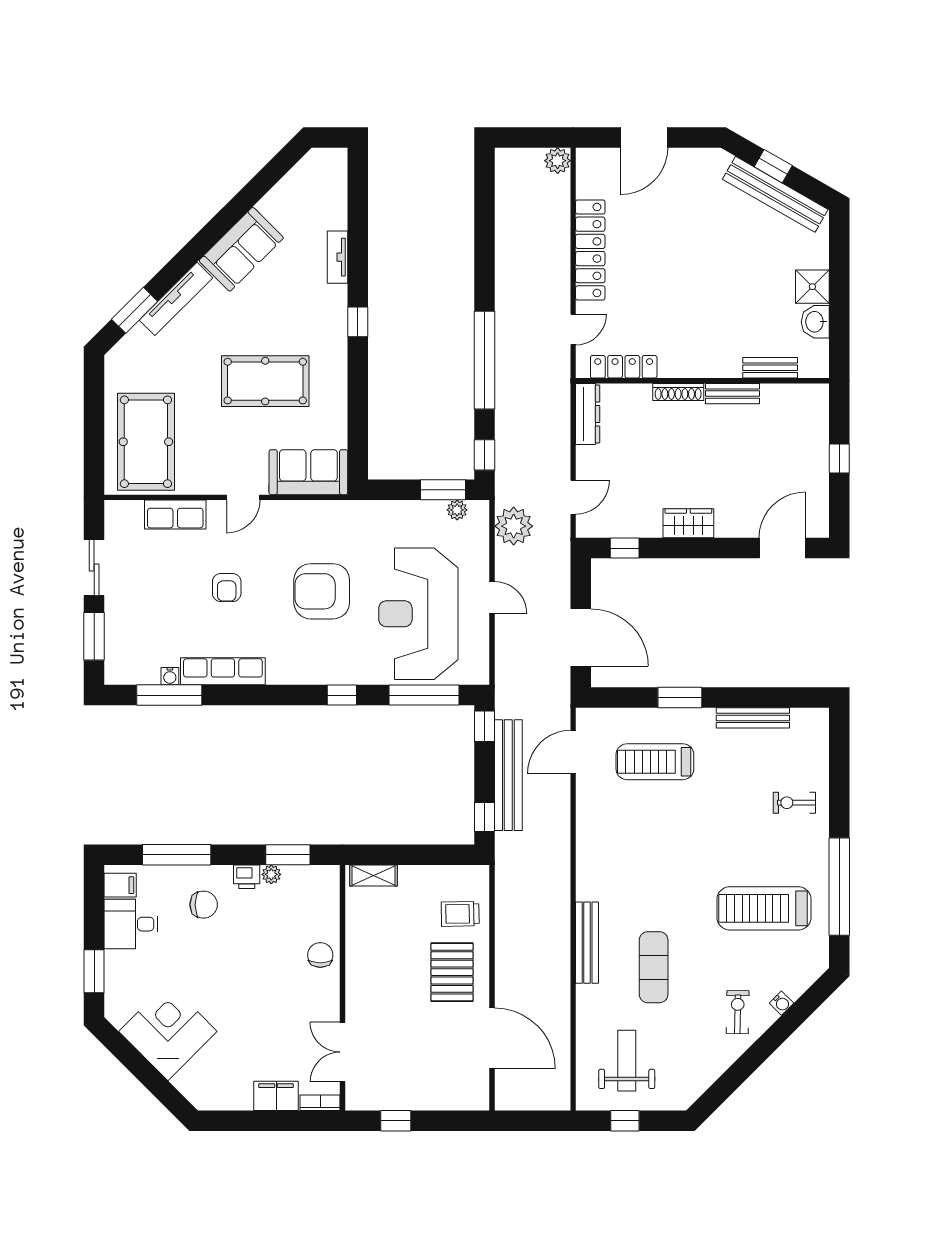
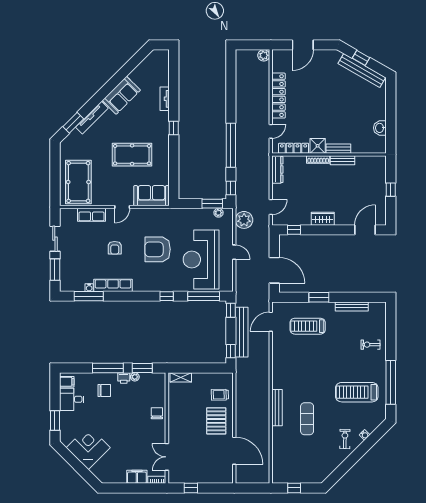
shower: (812, 287) -> (318, 146), moved
bench: (770, 368) -> (338, 149), moved
window: (177, 855) -> (108, 368), moved
weight bench: (627, 1061) -> (295, 461), removed

